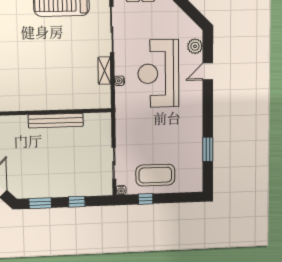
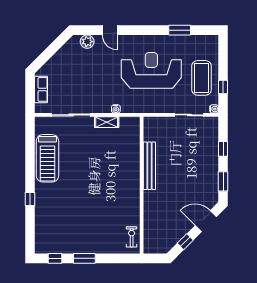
reception desk: (158, 74) -> (151, 70), moved, turned 180

